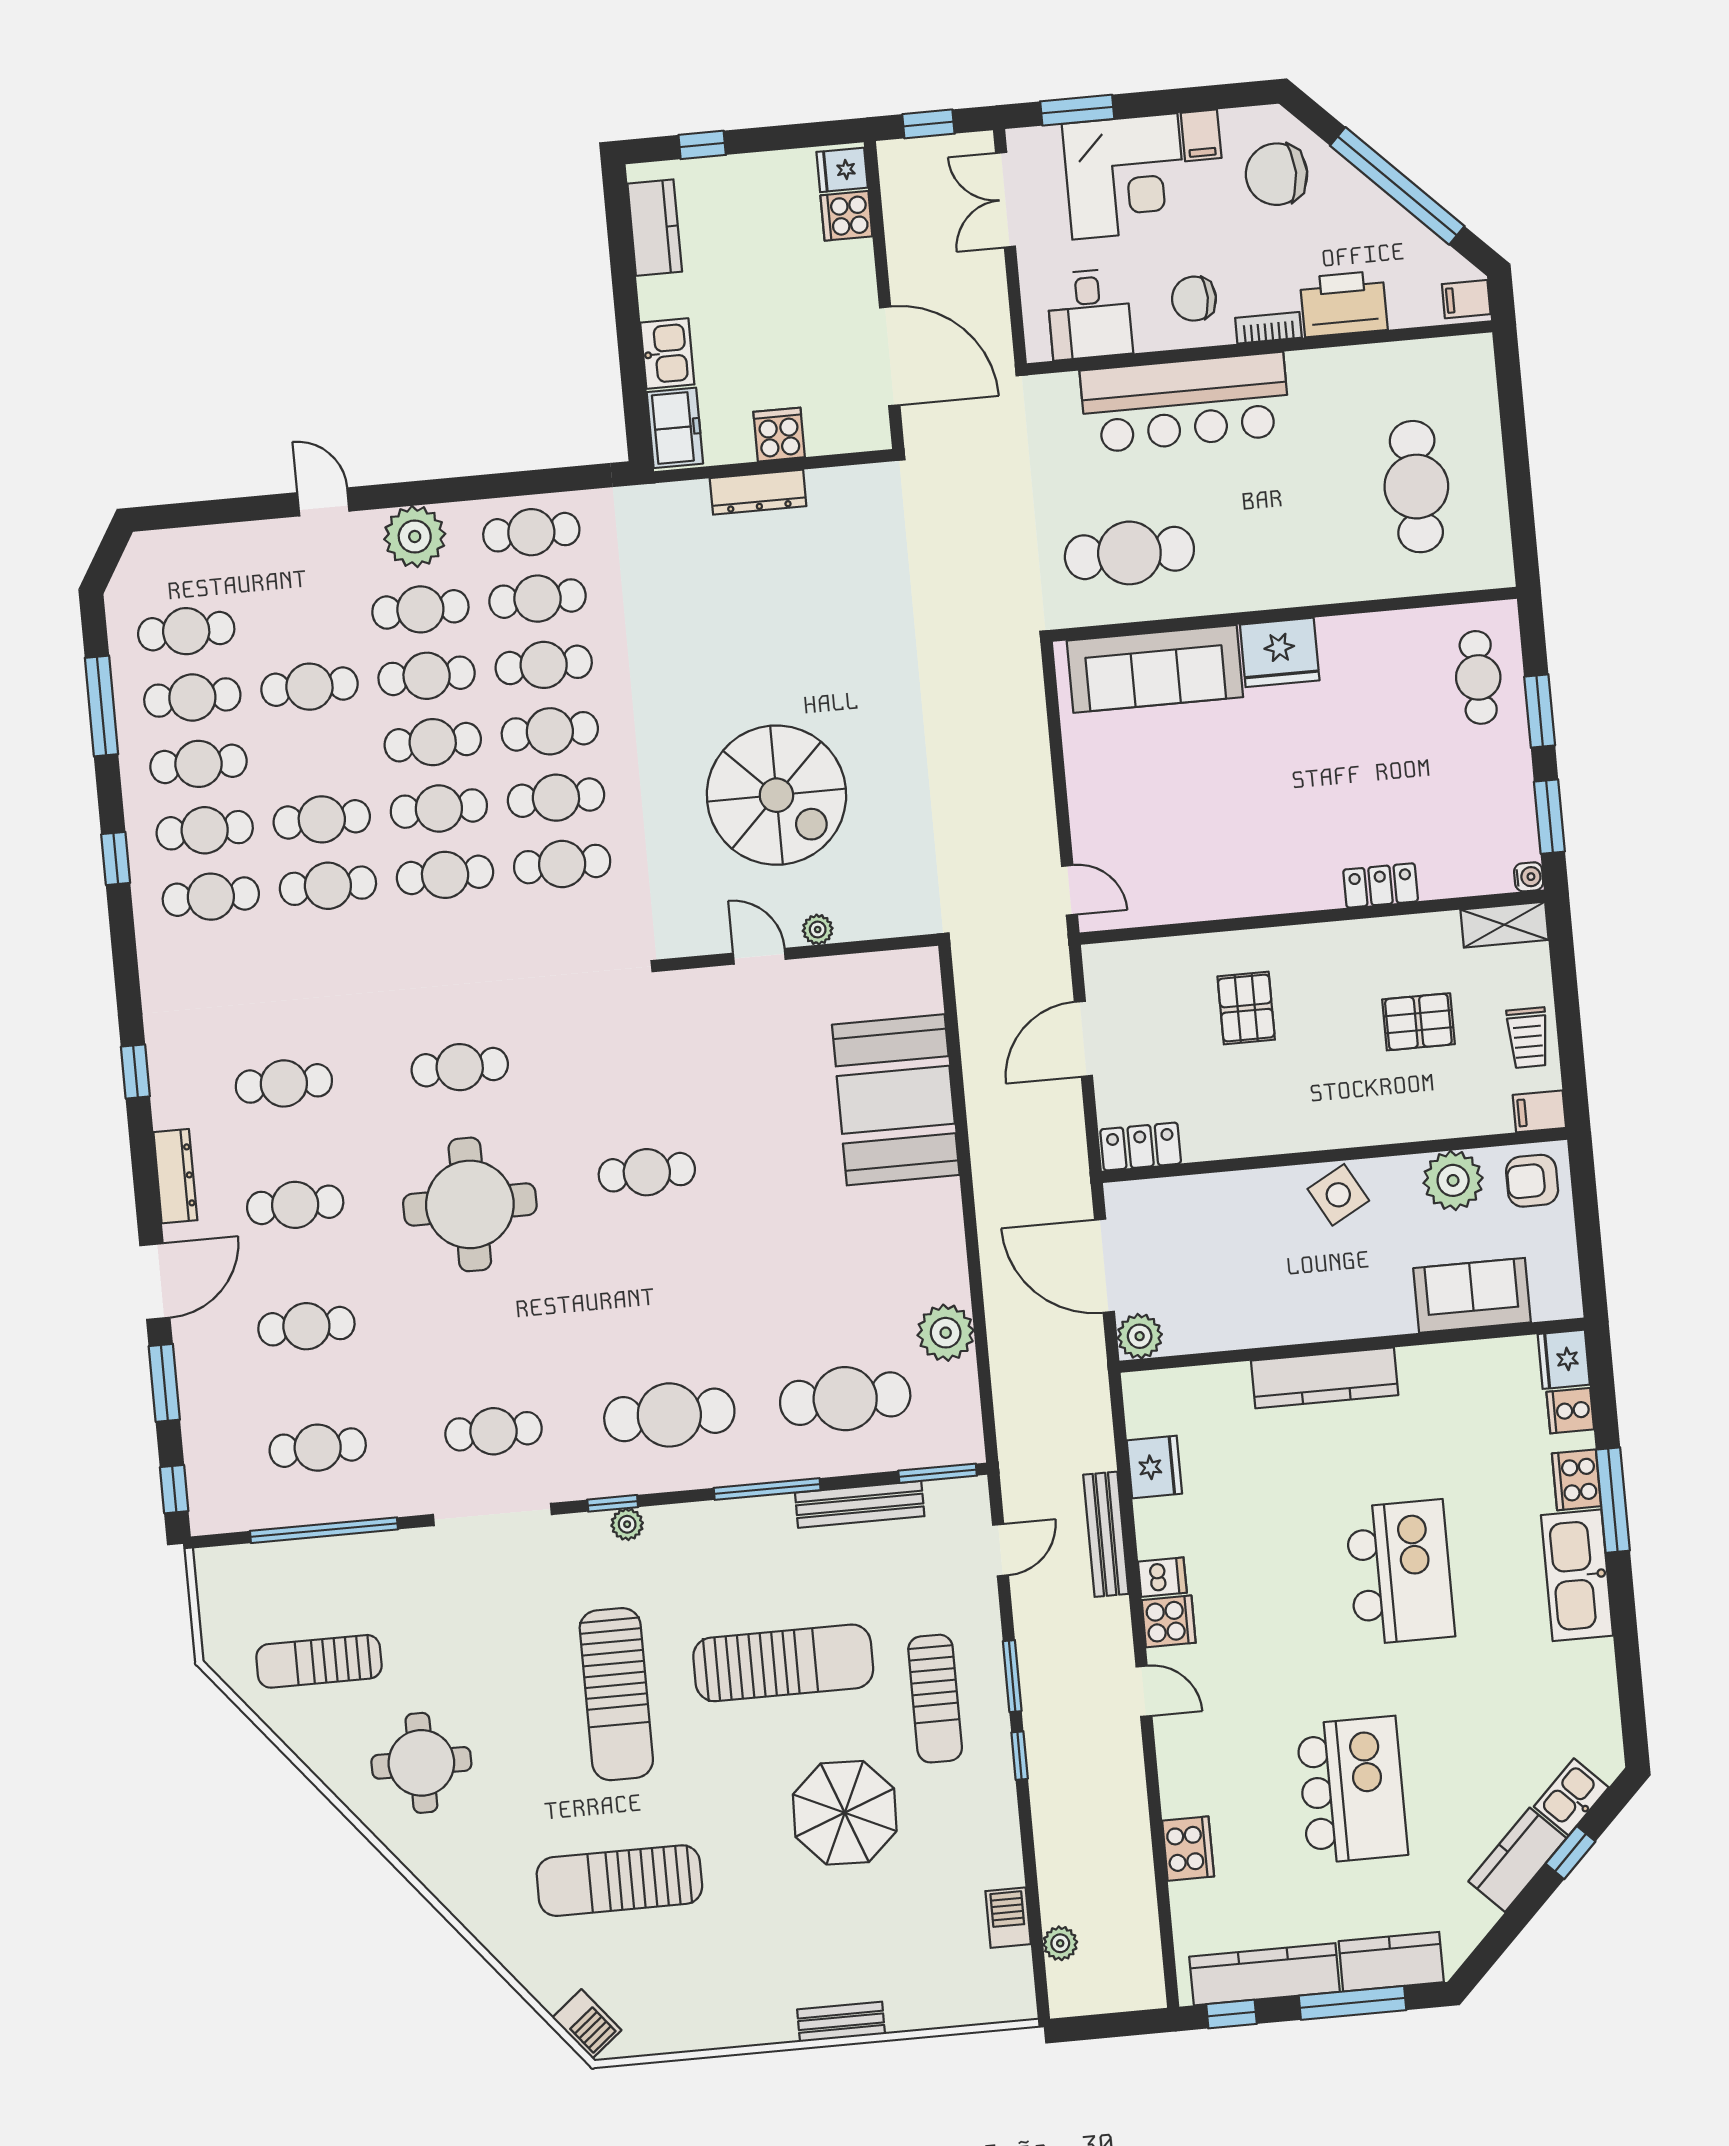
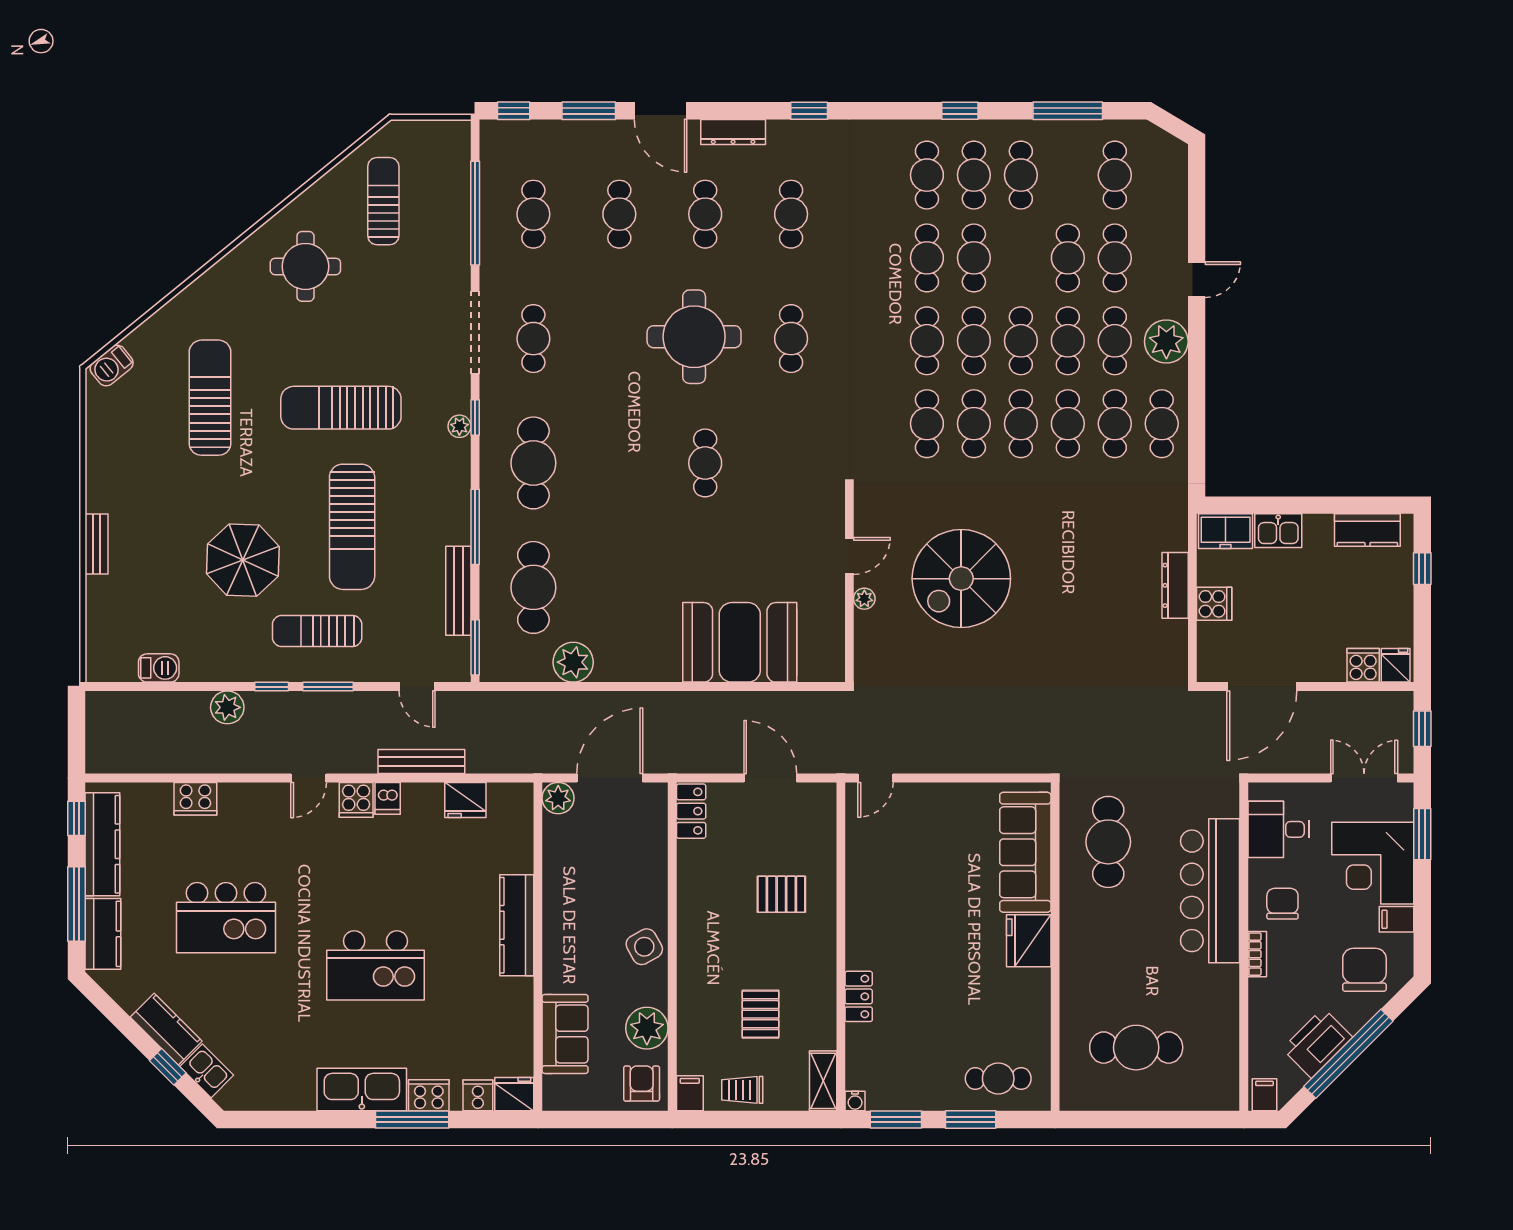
printer: (1344, 304) -> (1317, 1043), moved, turned -135
cafe table: (192, 698) -> (1115, 258), moved
plant: (1060, 1943) -> (227, 707), moved, width x1.38, depth x1.38

